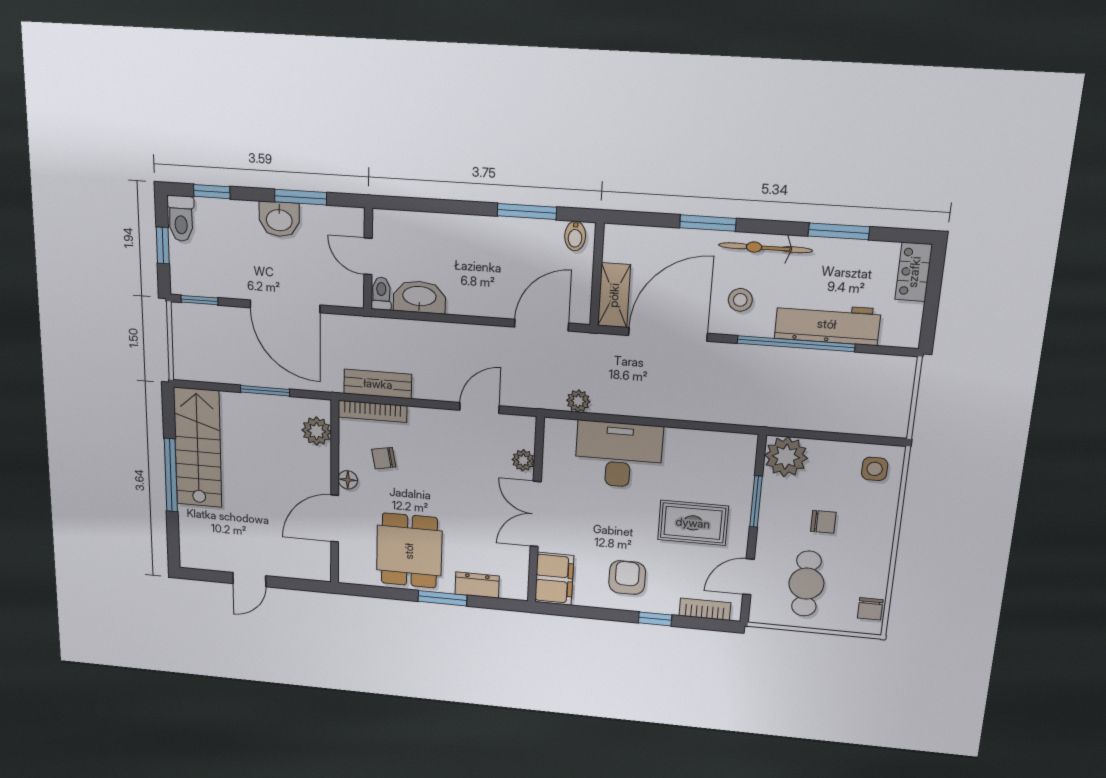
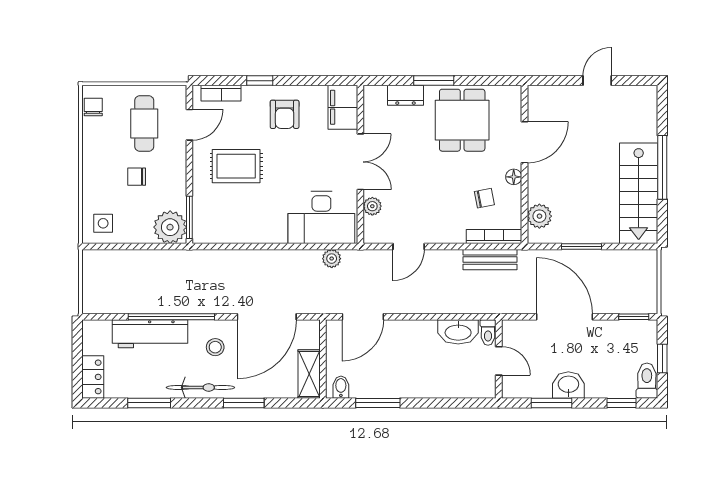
shelving: (614, 295) -> (309, 374), moved
desk: (619, 455) -> (321, 218), moved
window: (756, 502) -> (189, 217), moved

